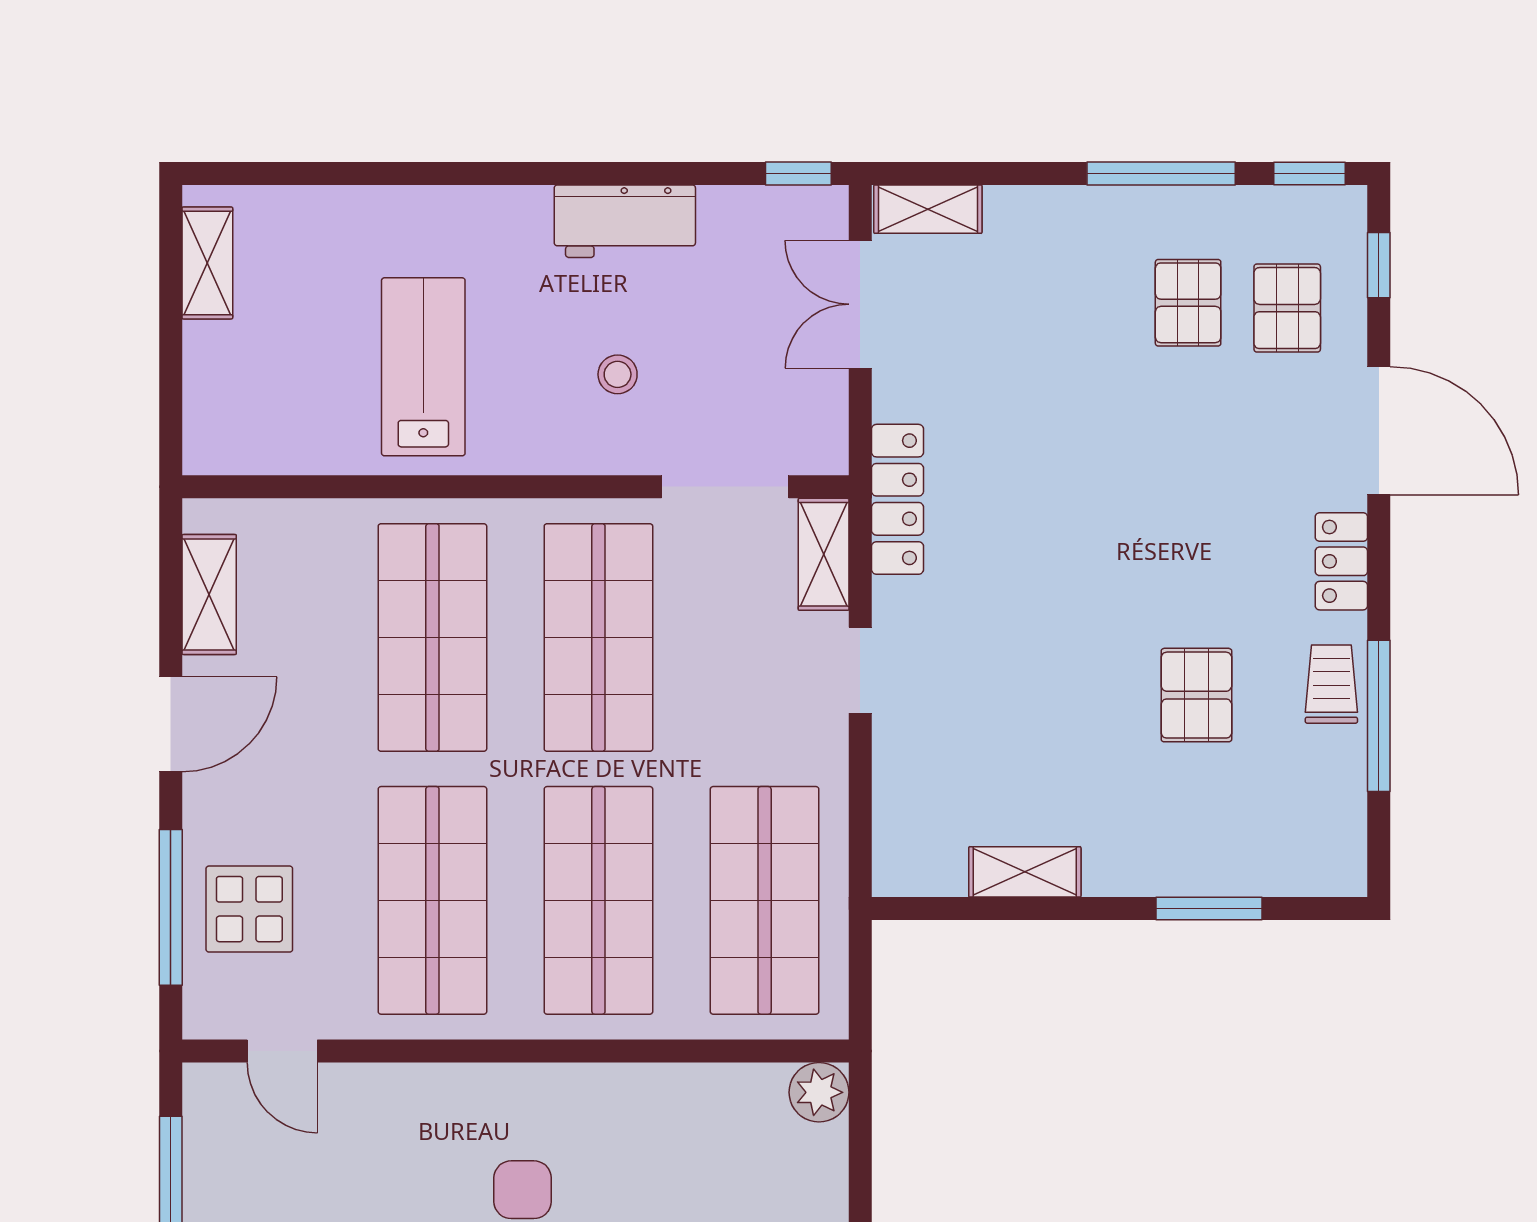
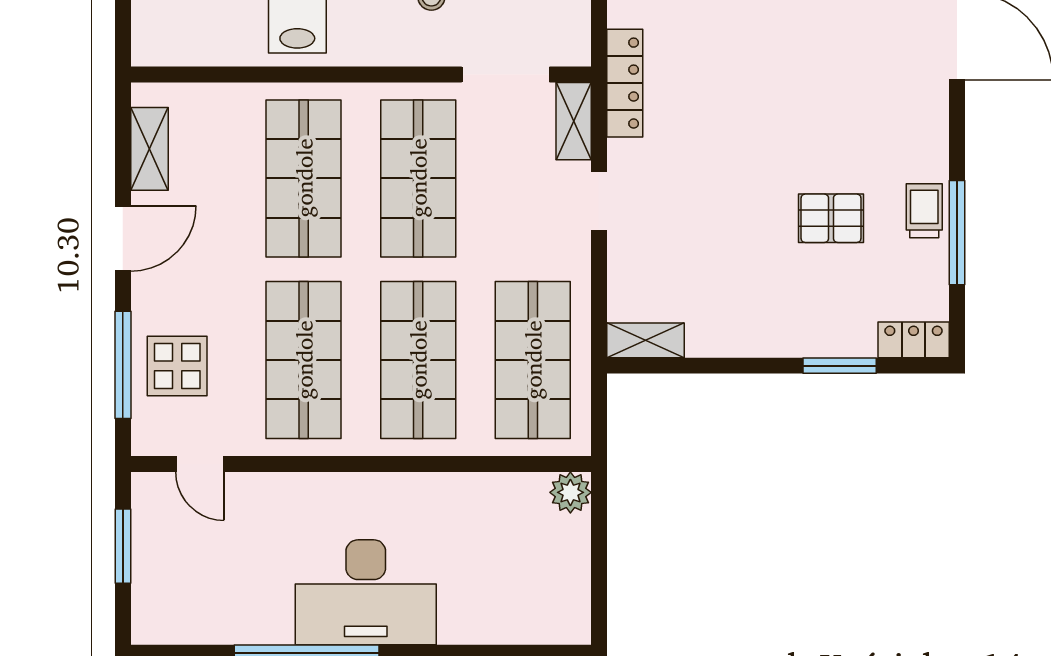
locker: (1341, 561) -> (914, 340), moved, turned 90
pallet: (1196, 695) -> (831, 218), turned 90
shelving: (1025, 872) -> (645, 340), moved

